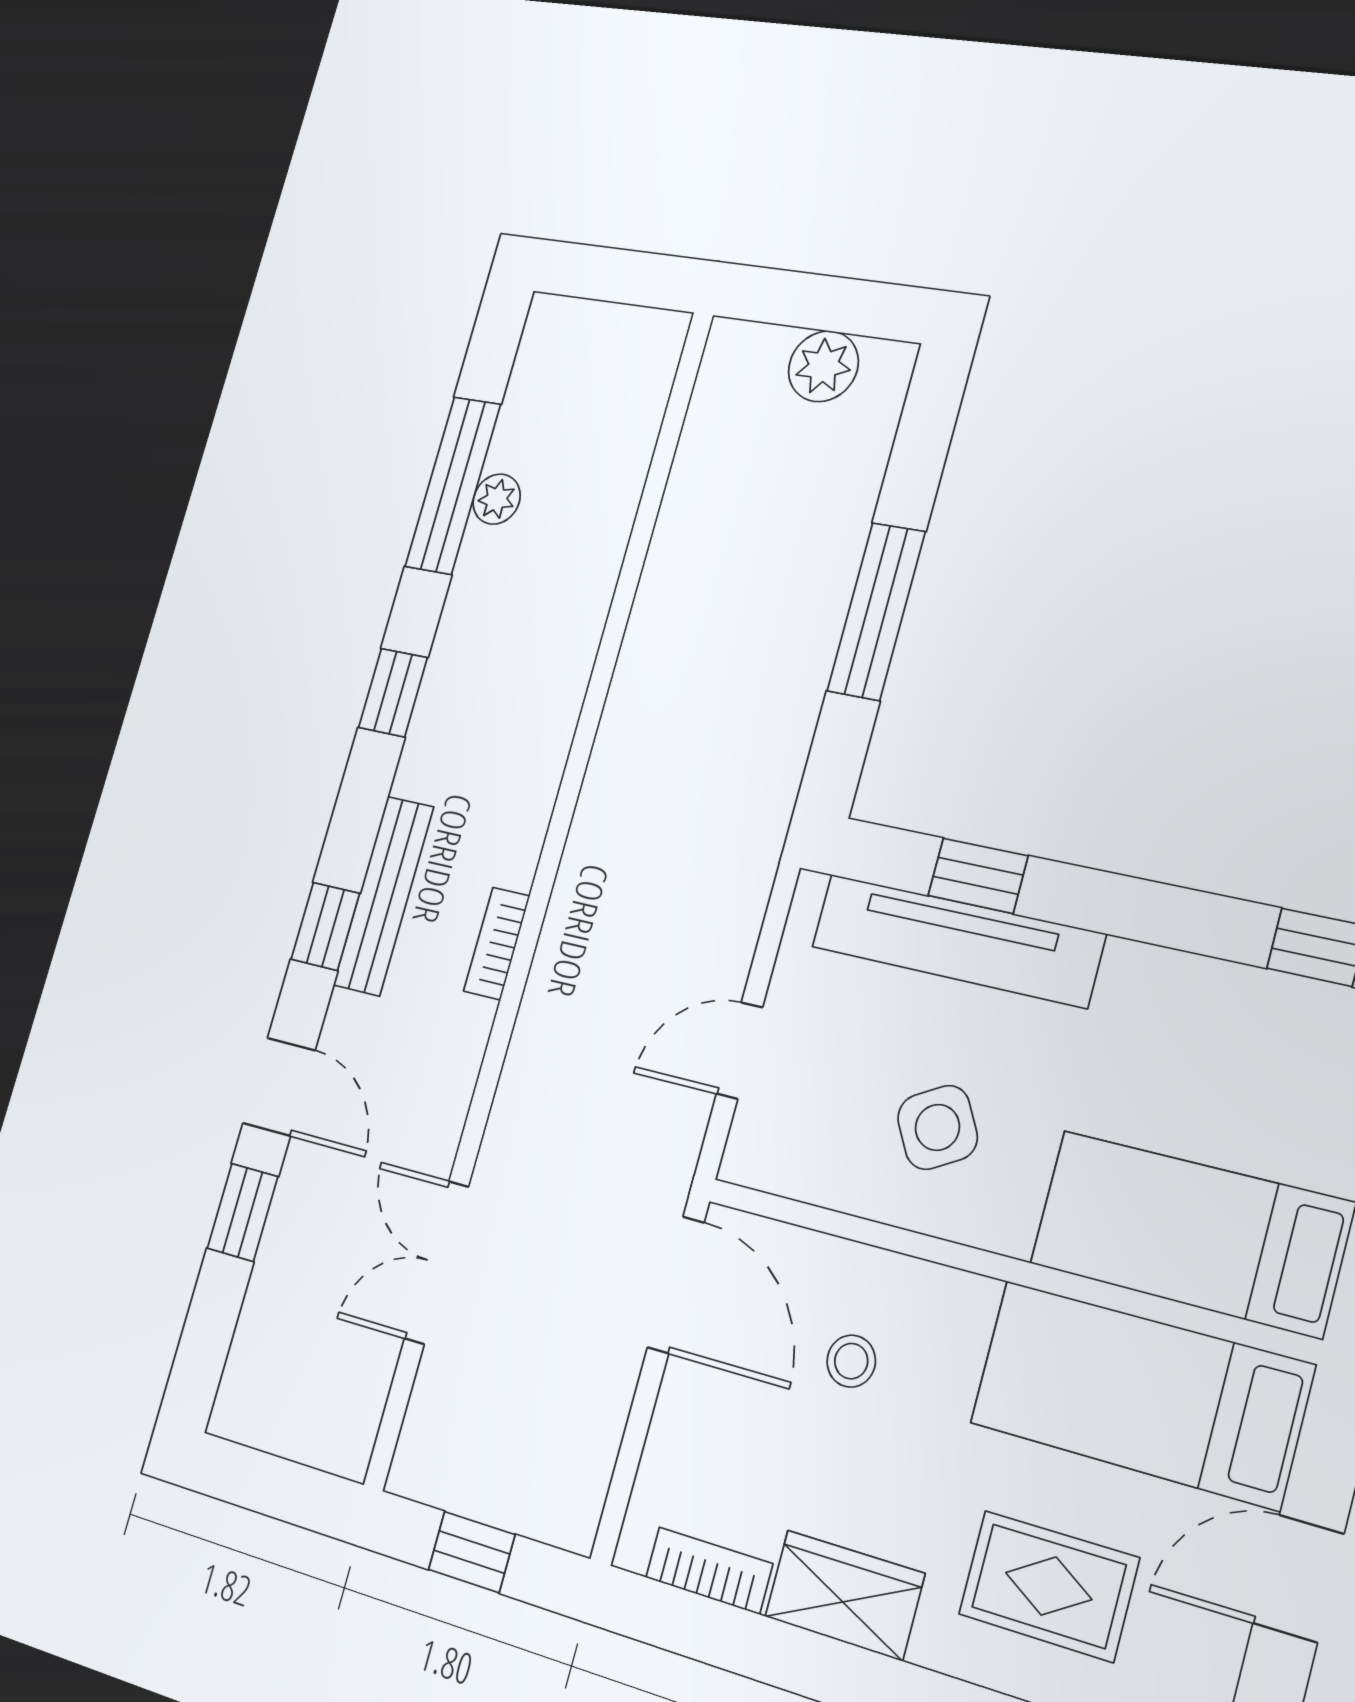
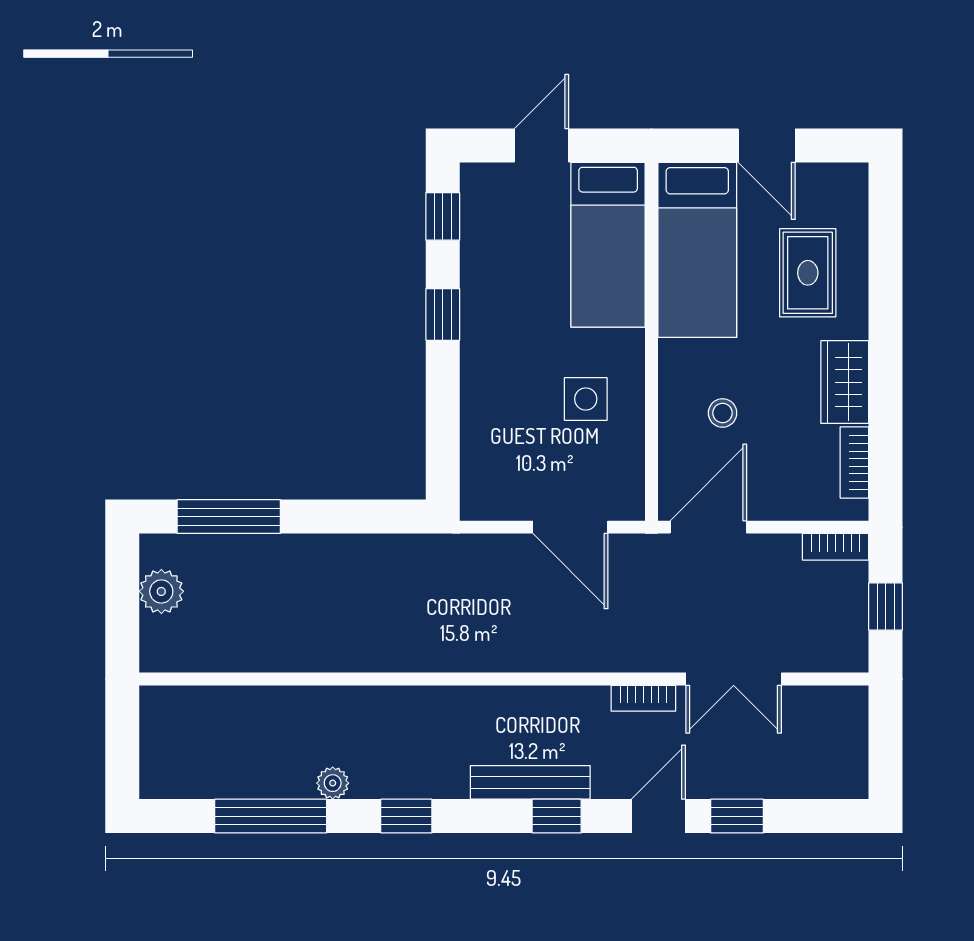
plant: (497, 499) -> (333, 783), moved
window: (876, 611) -> (229, 517), moved
window: (978, 876) -> (443, 314), moved
tv unit: (957, 940) -> (481, 416), removed
bookcase: (497, 944) -> (643, 698), moved
door: (740, 1051) -> (570, 527), width x1.38
side table: (937, 1127) -> (586, 399), turned 30
bookcase: (586, 1495) -> (836, 547), added

